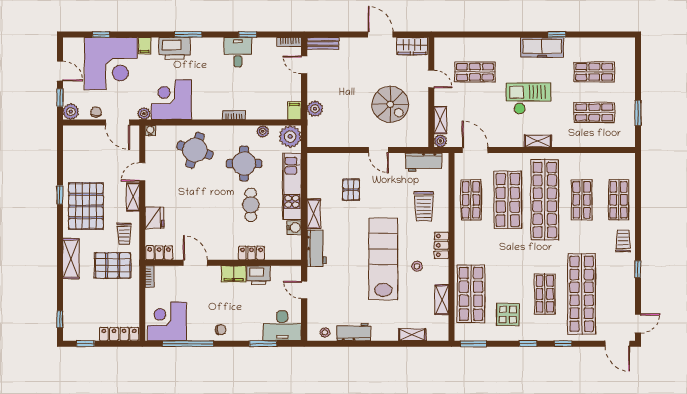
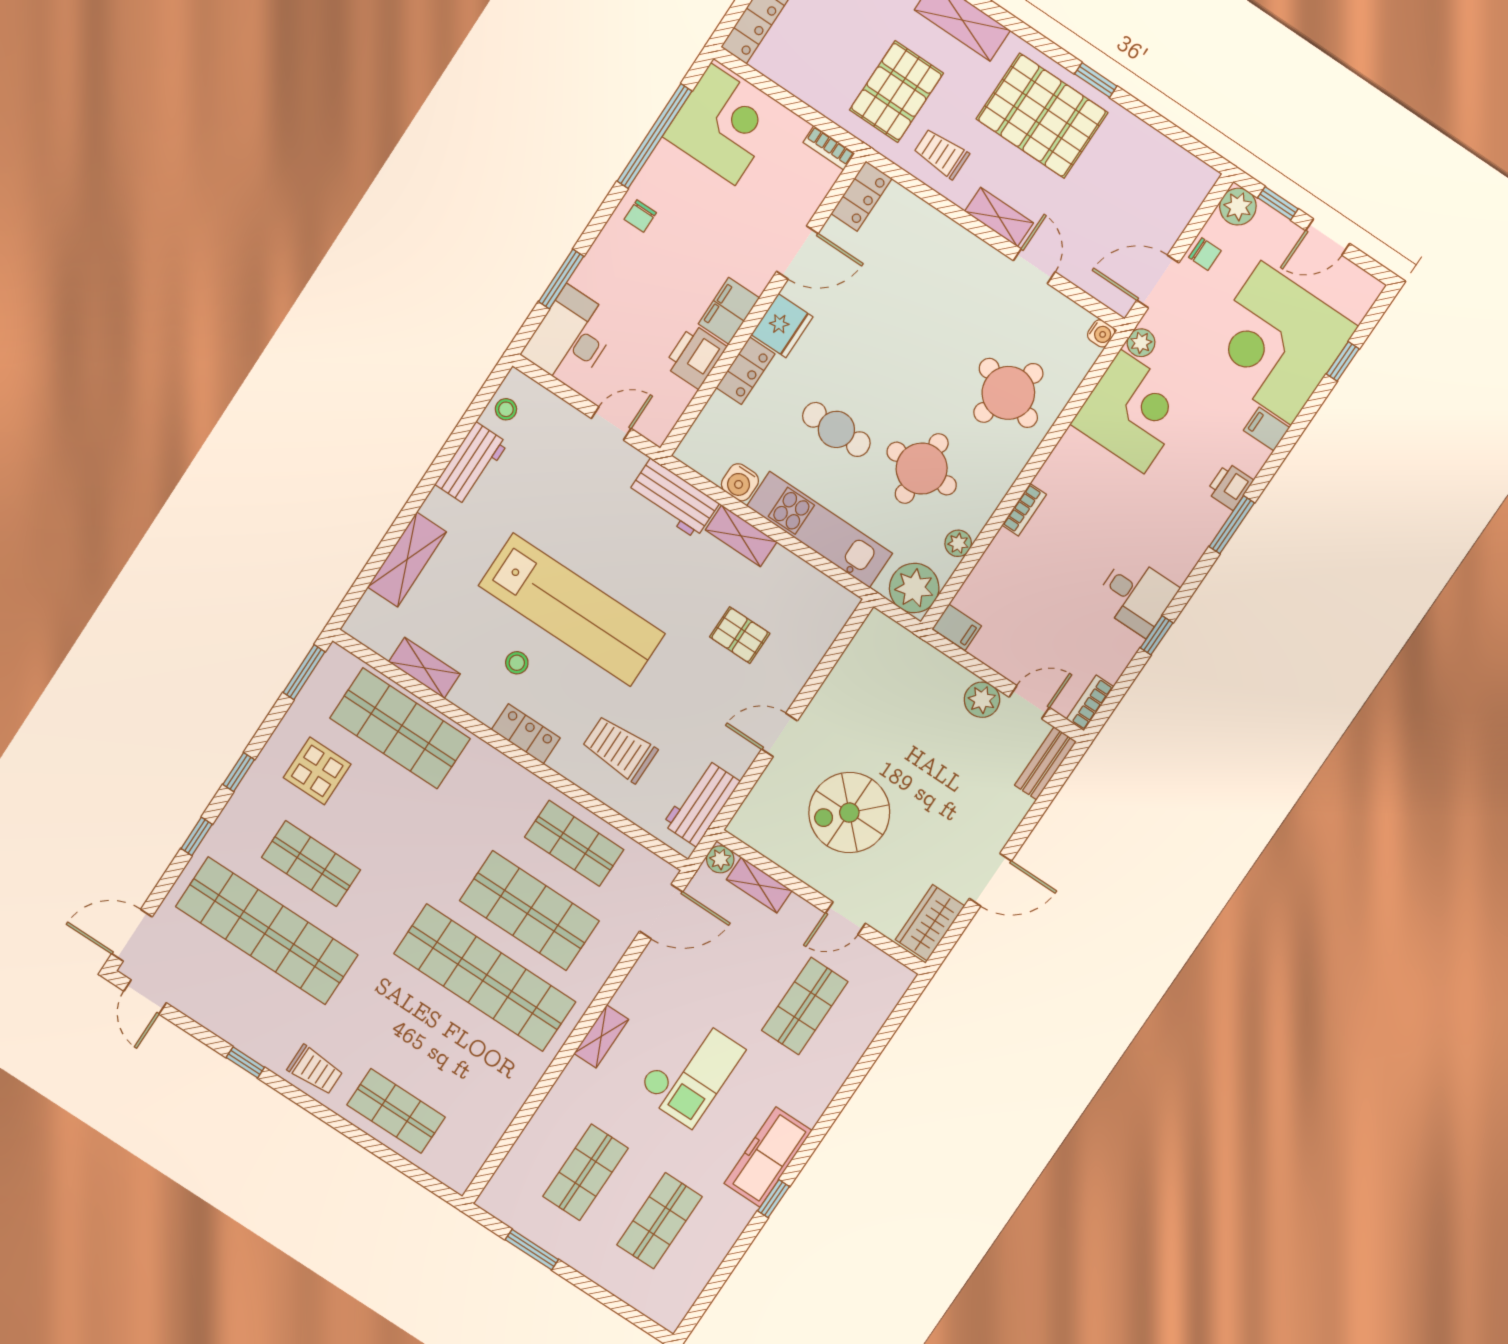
printer: (175, 48) -> (1230, 486), width x0.53, depth x0.68
plant: (315, 109) -> (982, 700), moved
shop shelf: (582, 200) -> (440, 1044), removed
fridge: (155, 218) -> (782, 326), moved, turned -90
shelving: (412, 335) -> (407, 560), width x1.50, depth x1.33

